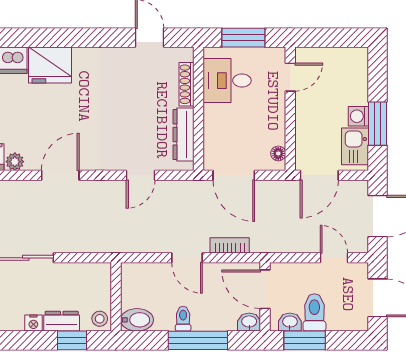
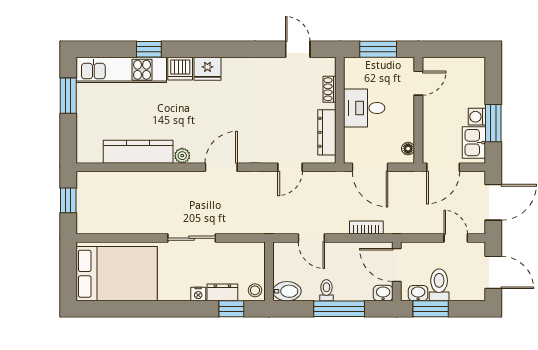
fridge: (50, 65) -> (207, 69), width x0.73, depth x0.75
desk: (227, 81) -> (364, 108), moved
shoe rack: (187, 84) -> (329, 89), width x0.70
door: (187, 258) -> (311, 238), moved

